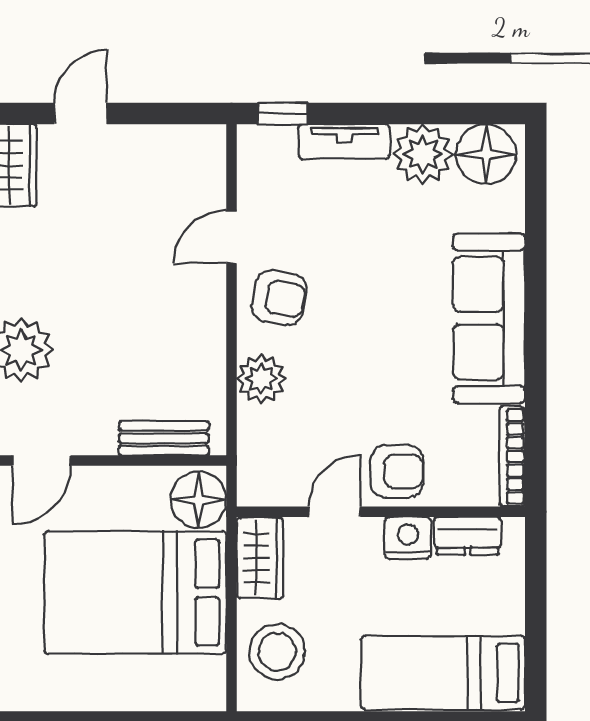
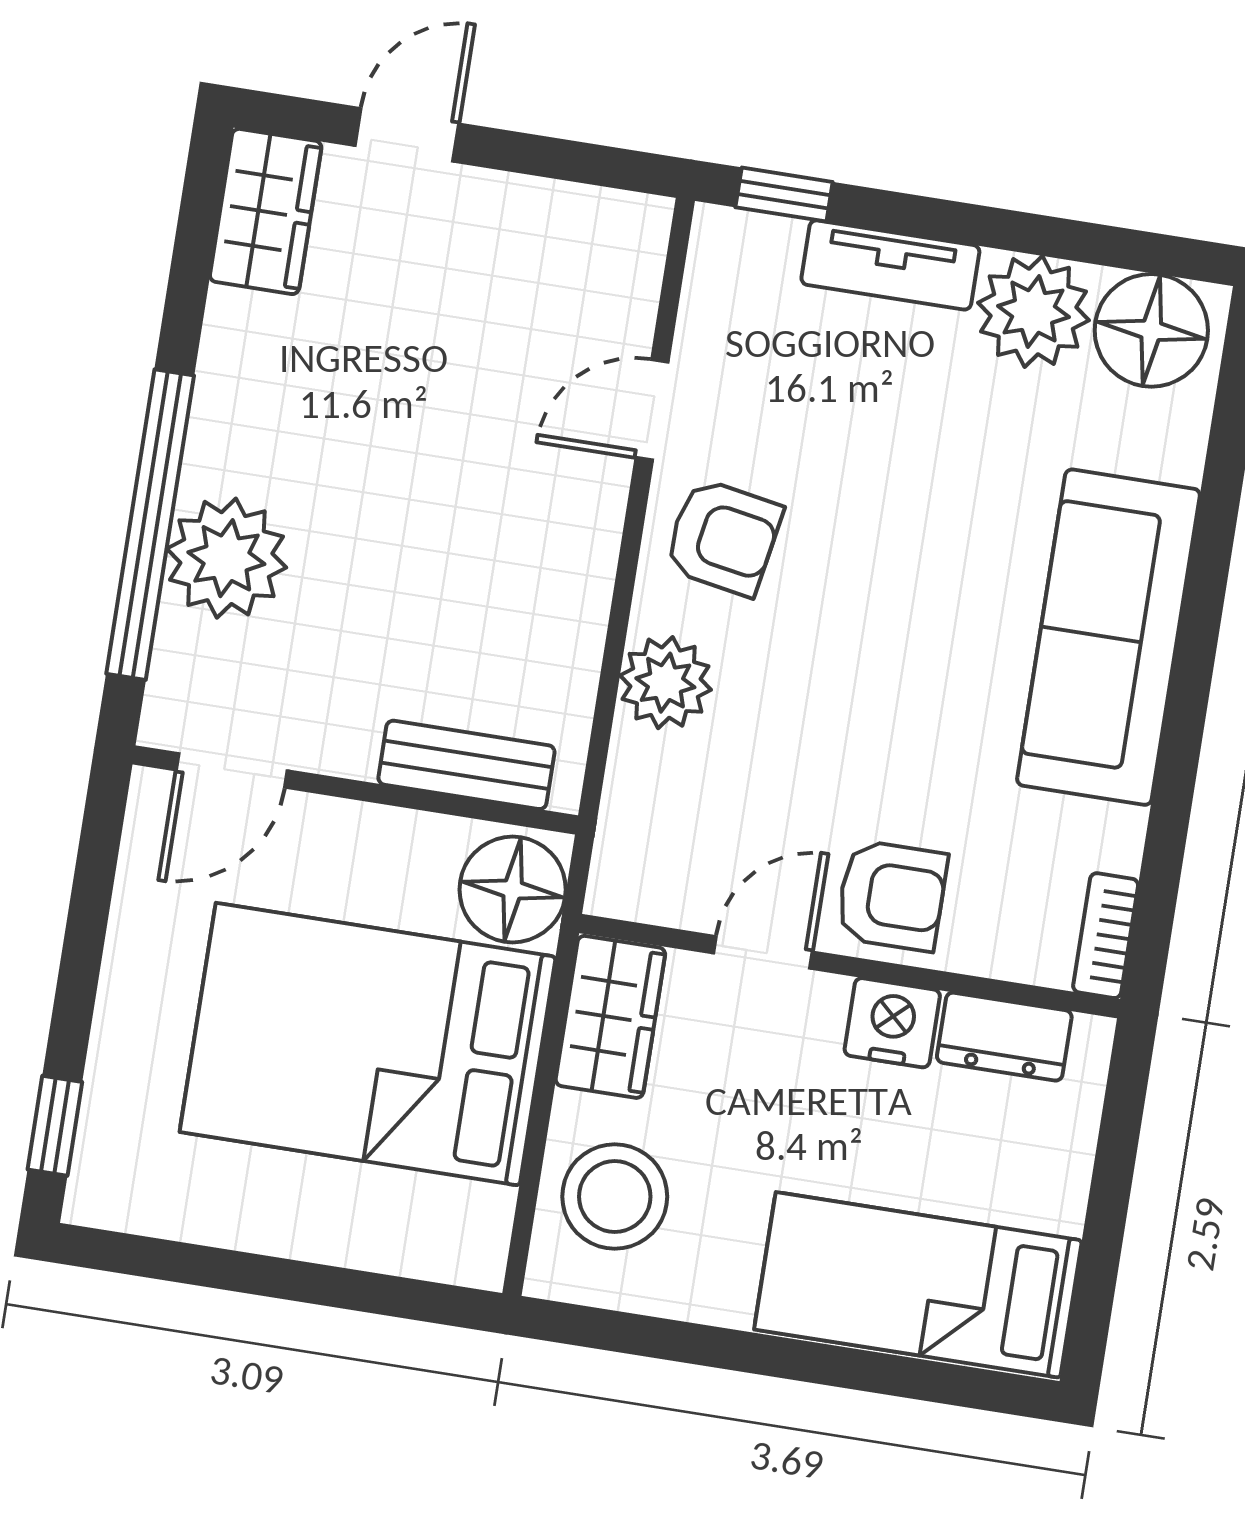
bookcase: (512, 456) -> (1106, 936), width x0.64

